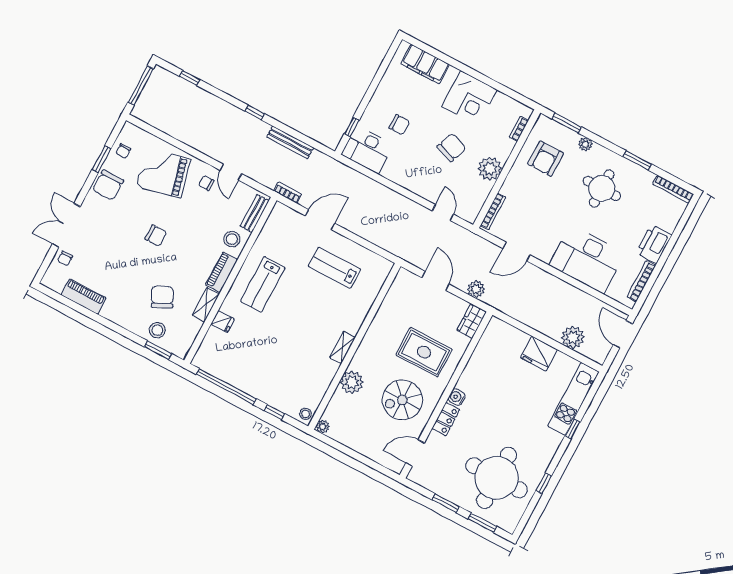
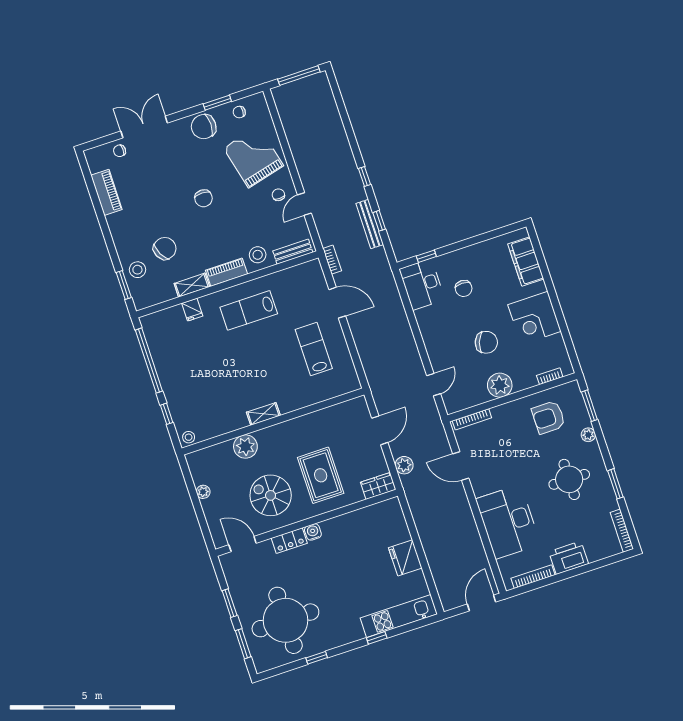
window: (190, 78) -> (379, 221), moved
plant: (573, 337) -> (442, 570), removed
plant: (323, 427) -> (203, 492), moved

